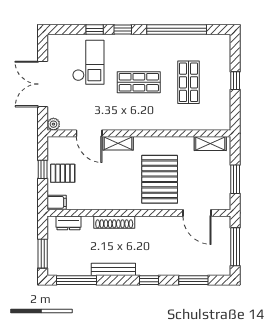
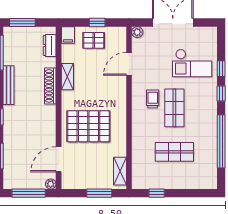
window: (235, 81) -> (157, 193), moved
trolley: (129, 107) -> (153, 99), added
shelving: (118, 143) -> (67, 77), moved
pallet: (63, 173) -> (94, 40), turned 90
window: (235, 179) -> (99, 193), moved
plant: (225, 222) -> (51, 184), added

